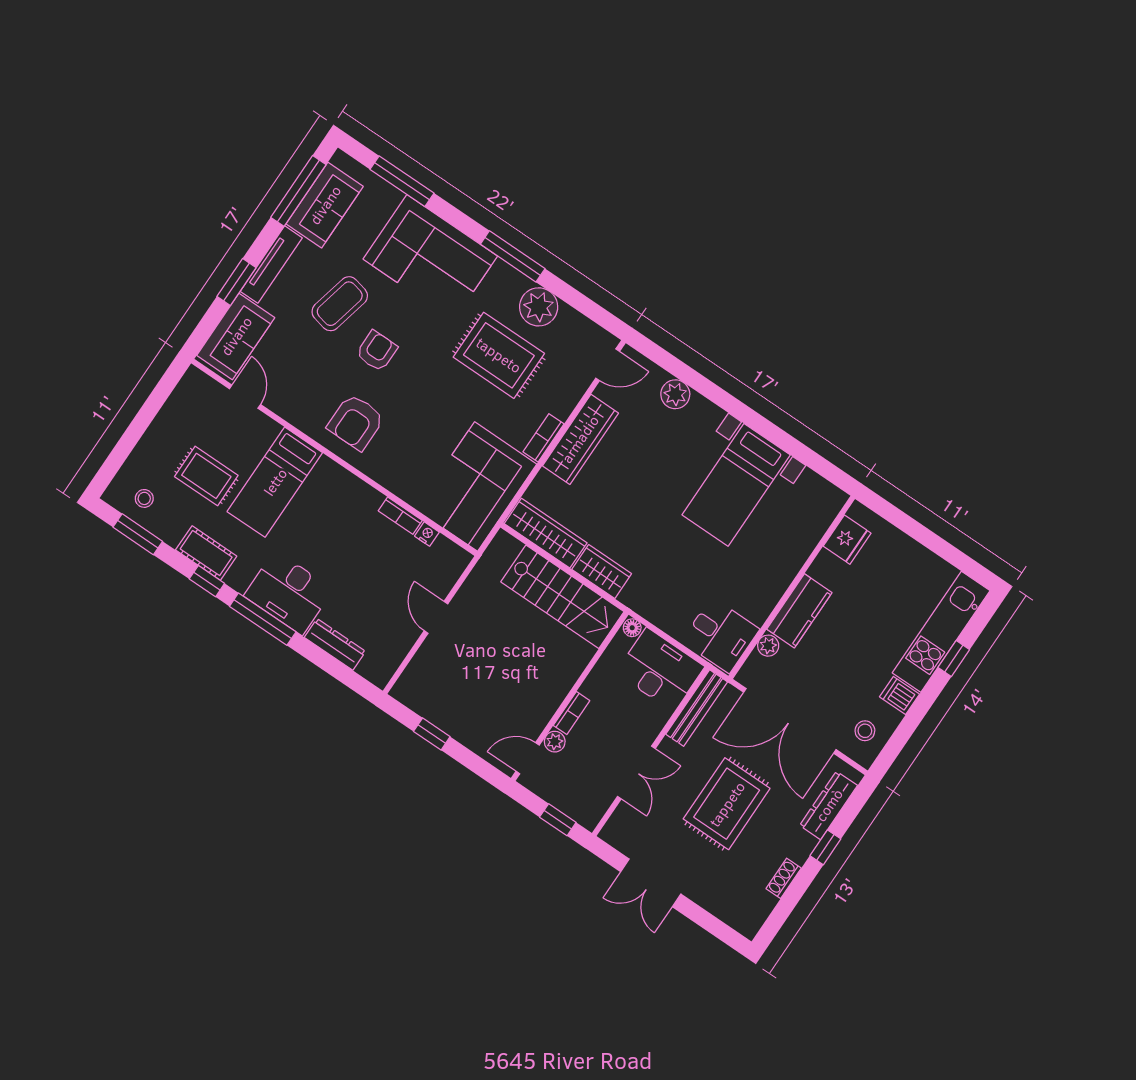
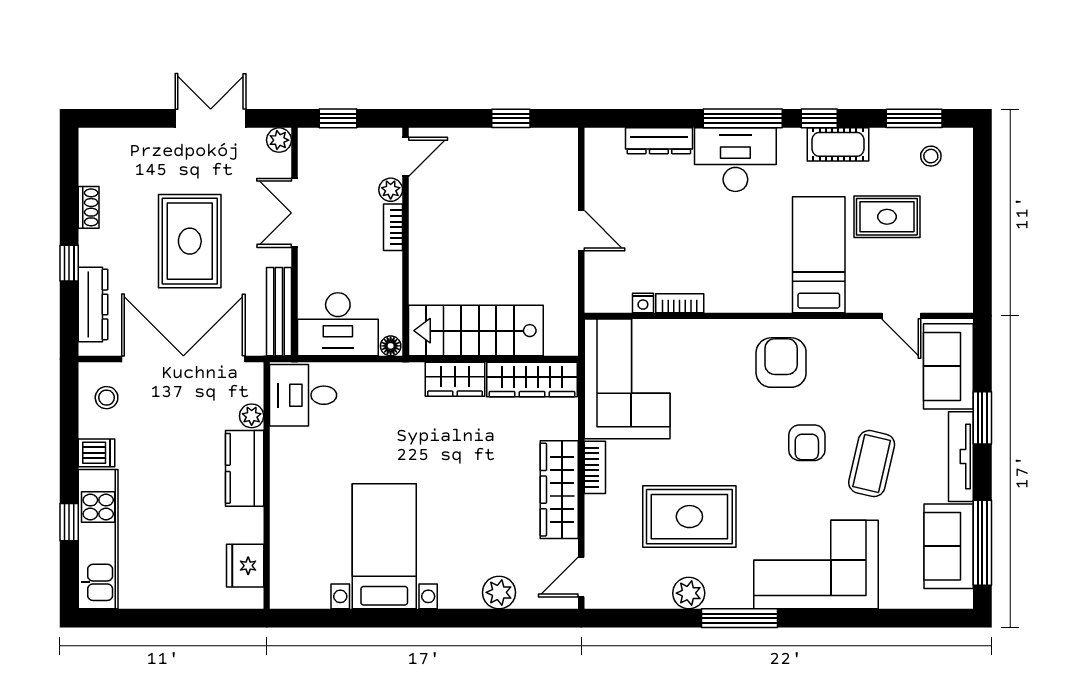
window: (402, 181) -> (891, 618), removed
plant: (539, 307) -> (689, 593), width x0.73, depth x0.73
plant: (612, 833) -> (279, 140), added

